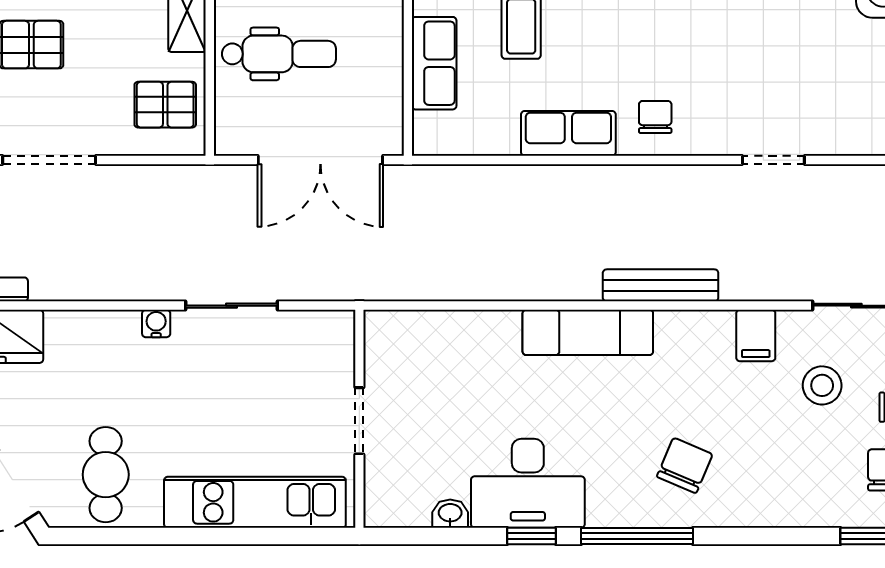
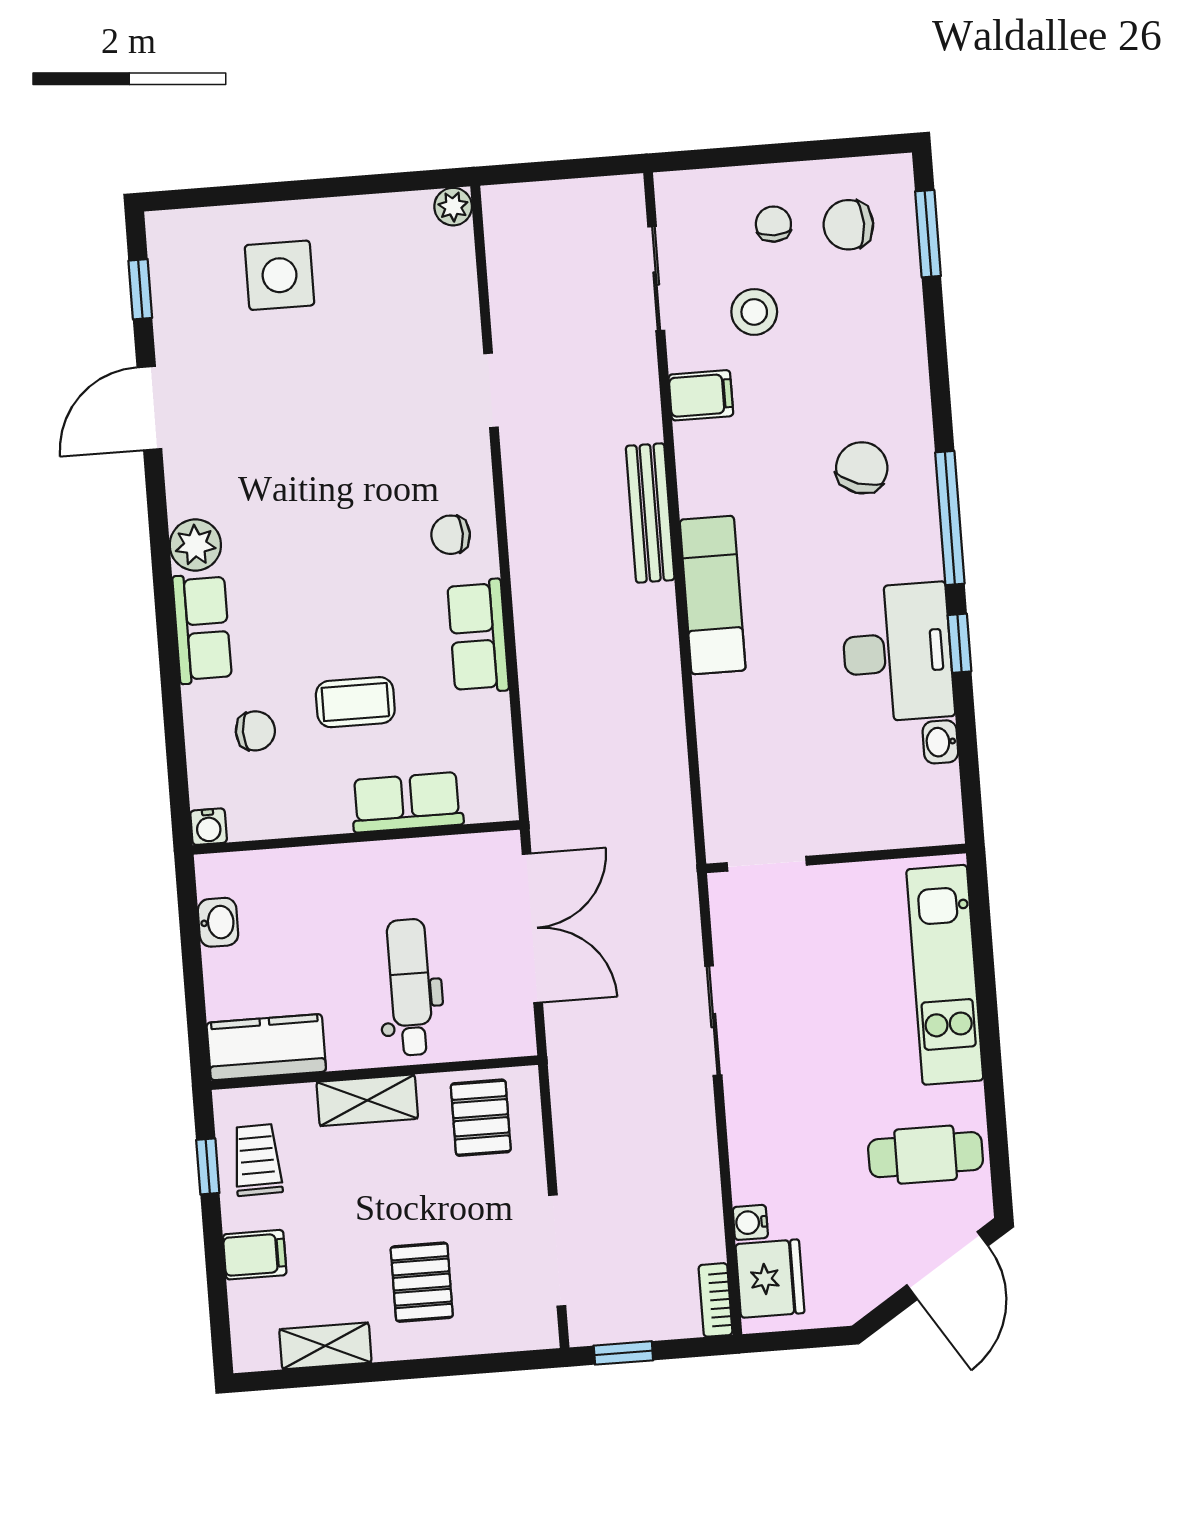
water cooler: (156, 323) -> (750, 1222), moved
doorway: (359, 421) -> (767, 864), moved
chair: (685, 465) -> (862, 468), turned 85

